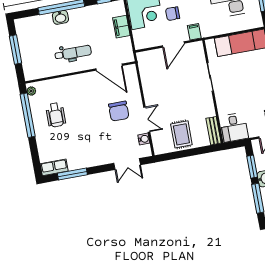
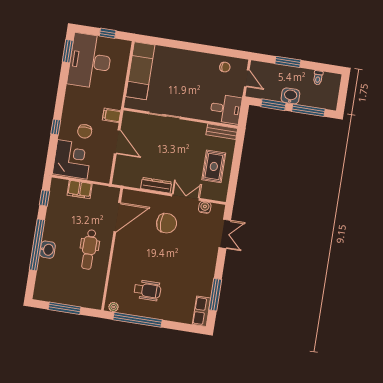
dental chair: (73, 53) -> (89, 249), turned 180
dresser: (148, 91) -> (156, 185), added
rug: (181, 134) -> (214, 166), turned 90

